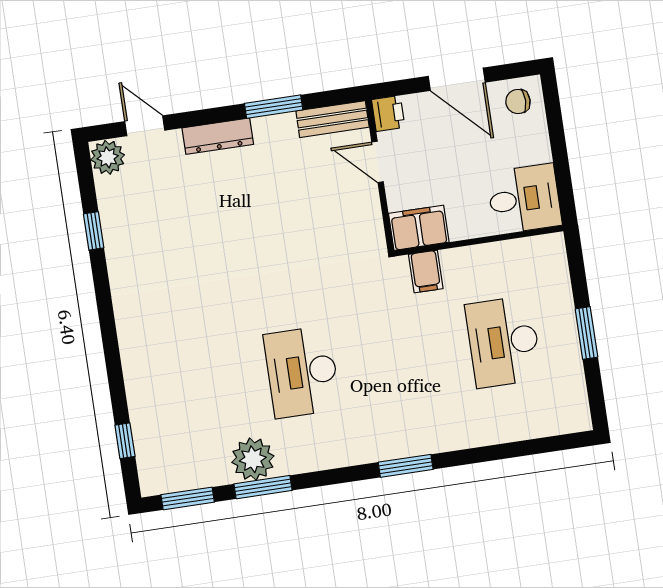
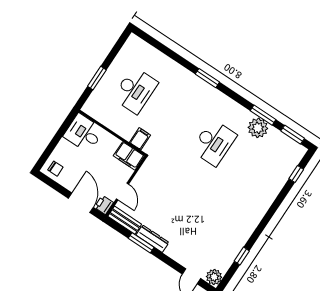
door: (457, 79) -> (81, 203), moved
dresser: (218, 136) -> (152, 239), moved
window: (586, 333) -> (97, 78), moved

